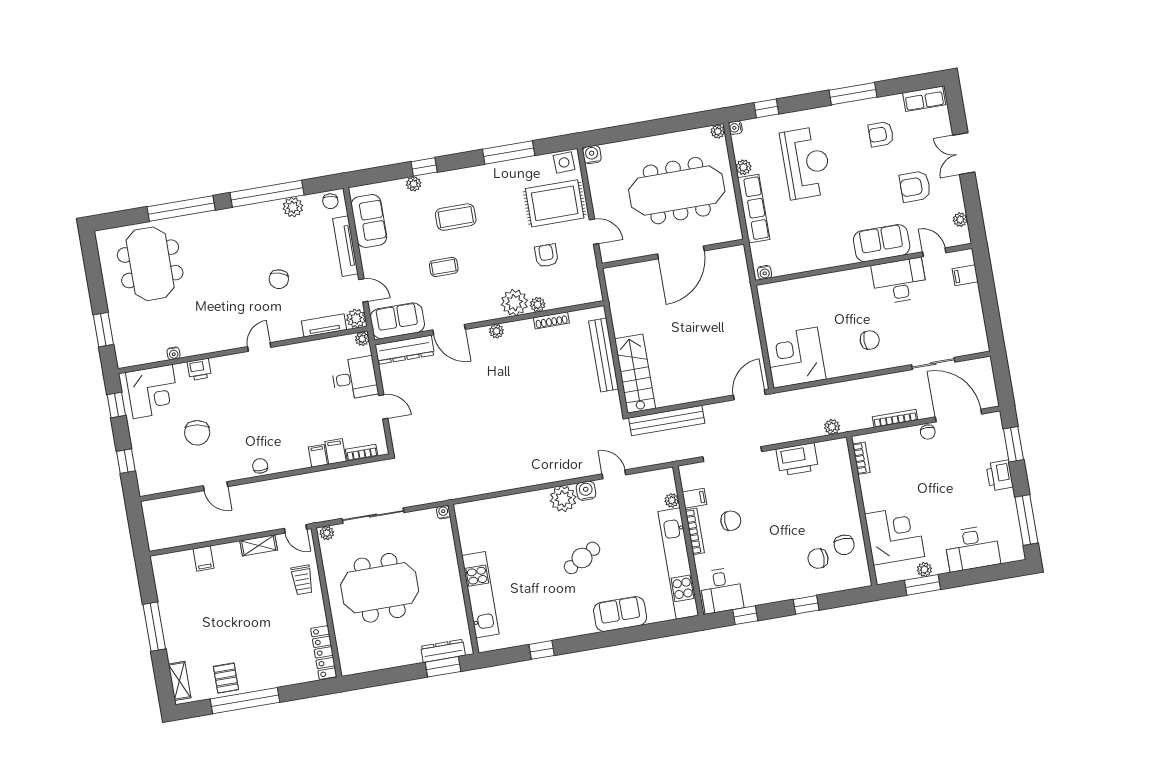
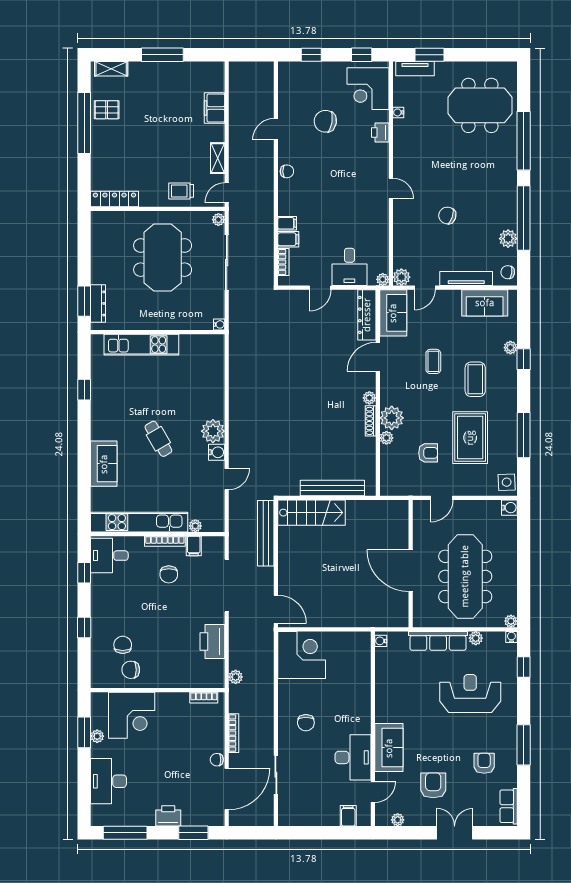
reception desk: (806, 163) -> (470, 694), turned 180
rug: (555, 203) -> (470, 438), moved
shoe rack: (551, 320) -> (371, 421), moved
tv unit: (324, 325) -> (415, 69), moved, turned 90
filing cabinet: (204, 559) -> (214, 108), width x2.00

